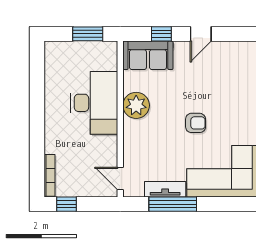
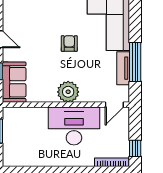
desk: (94, 103) -> (74, 126), moved
plant: (136, 105) -> (68, 92), moved

